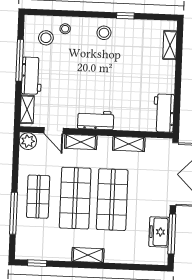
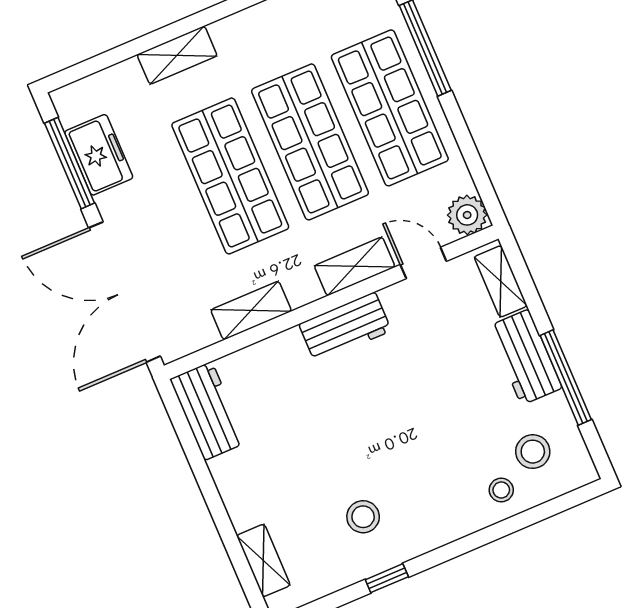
stool: (104, 33) -> (363, 517), moved
shop shelf: (38, 197) -> (390, 108), width x1.43, depth x1.36
shelving: (88, 255) -> (177, 55), moved

